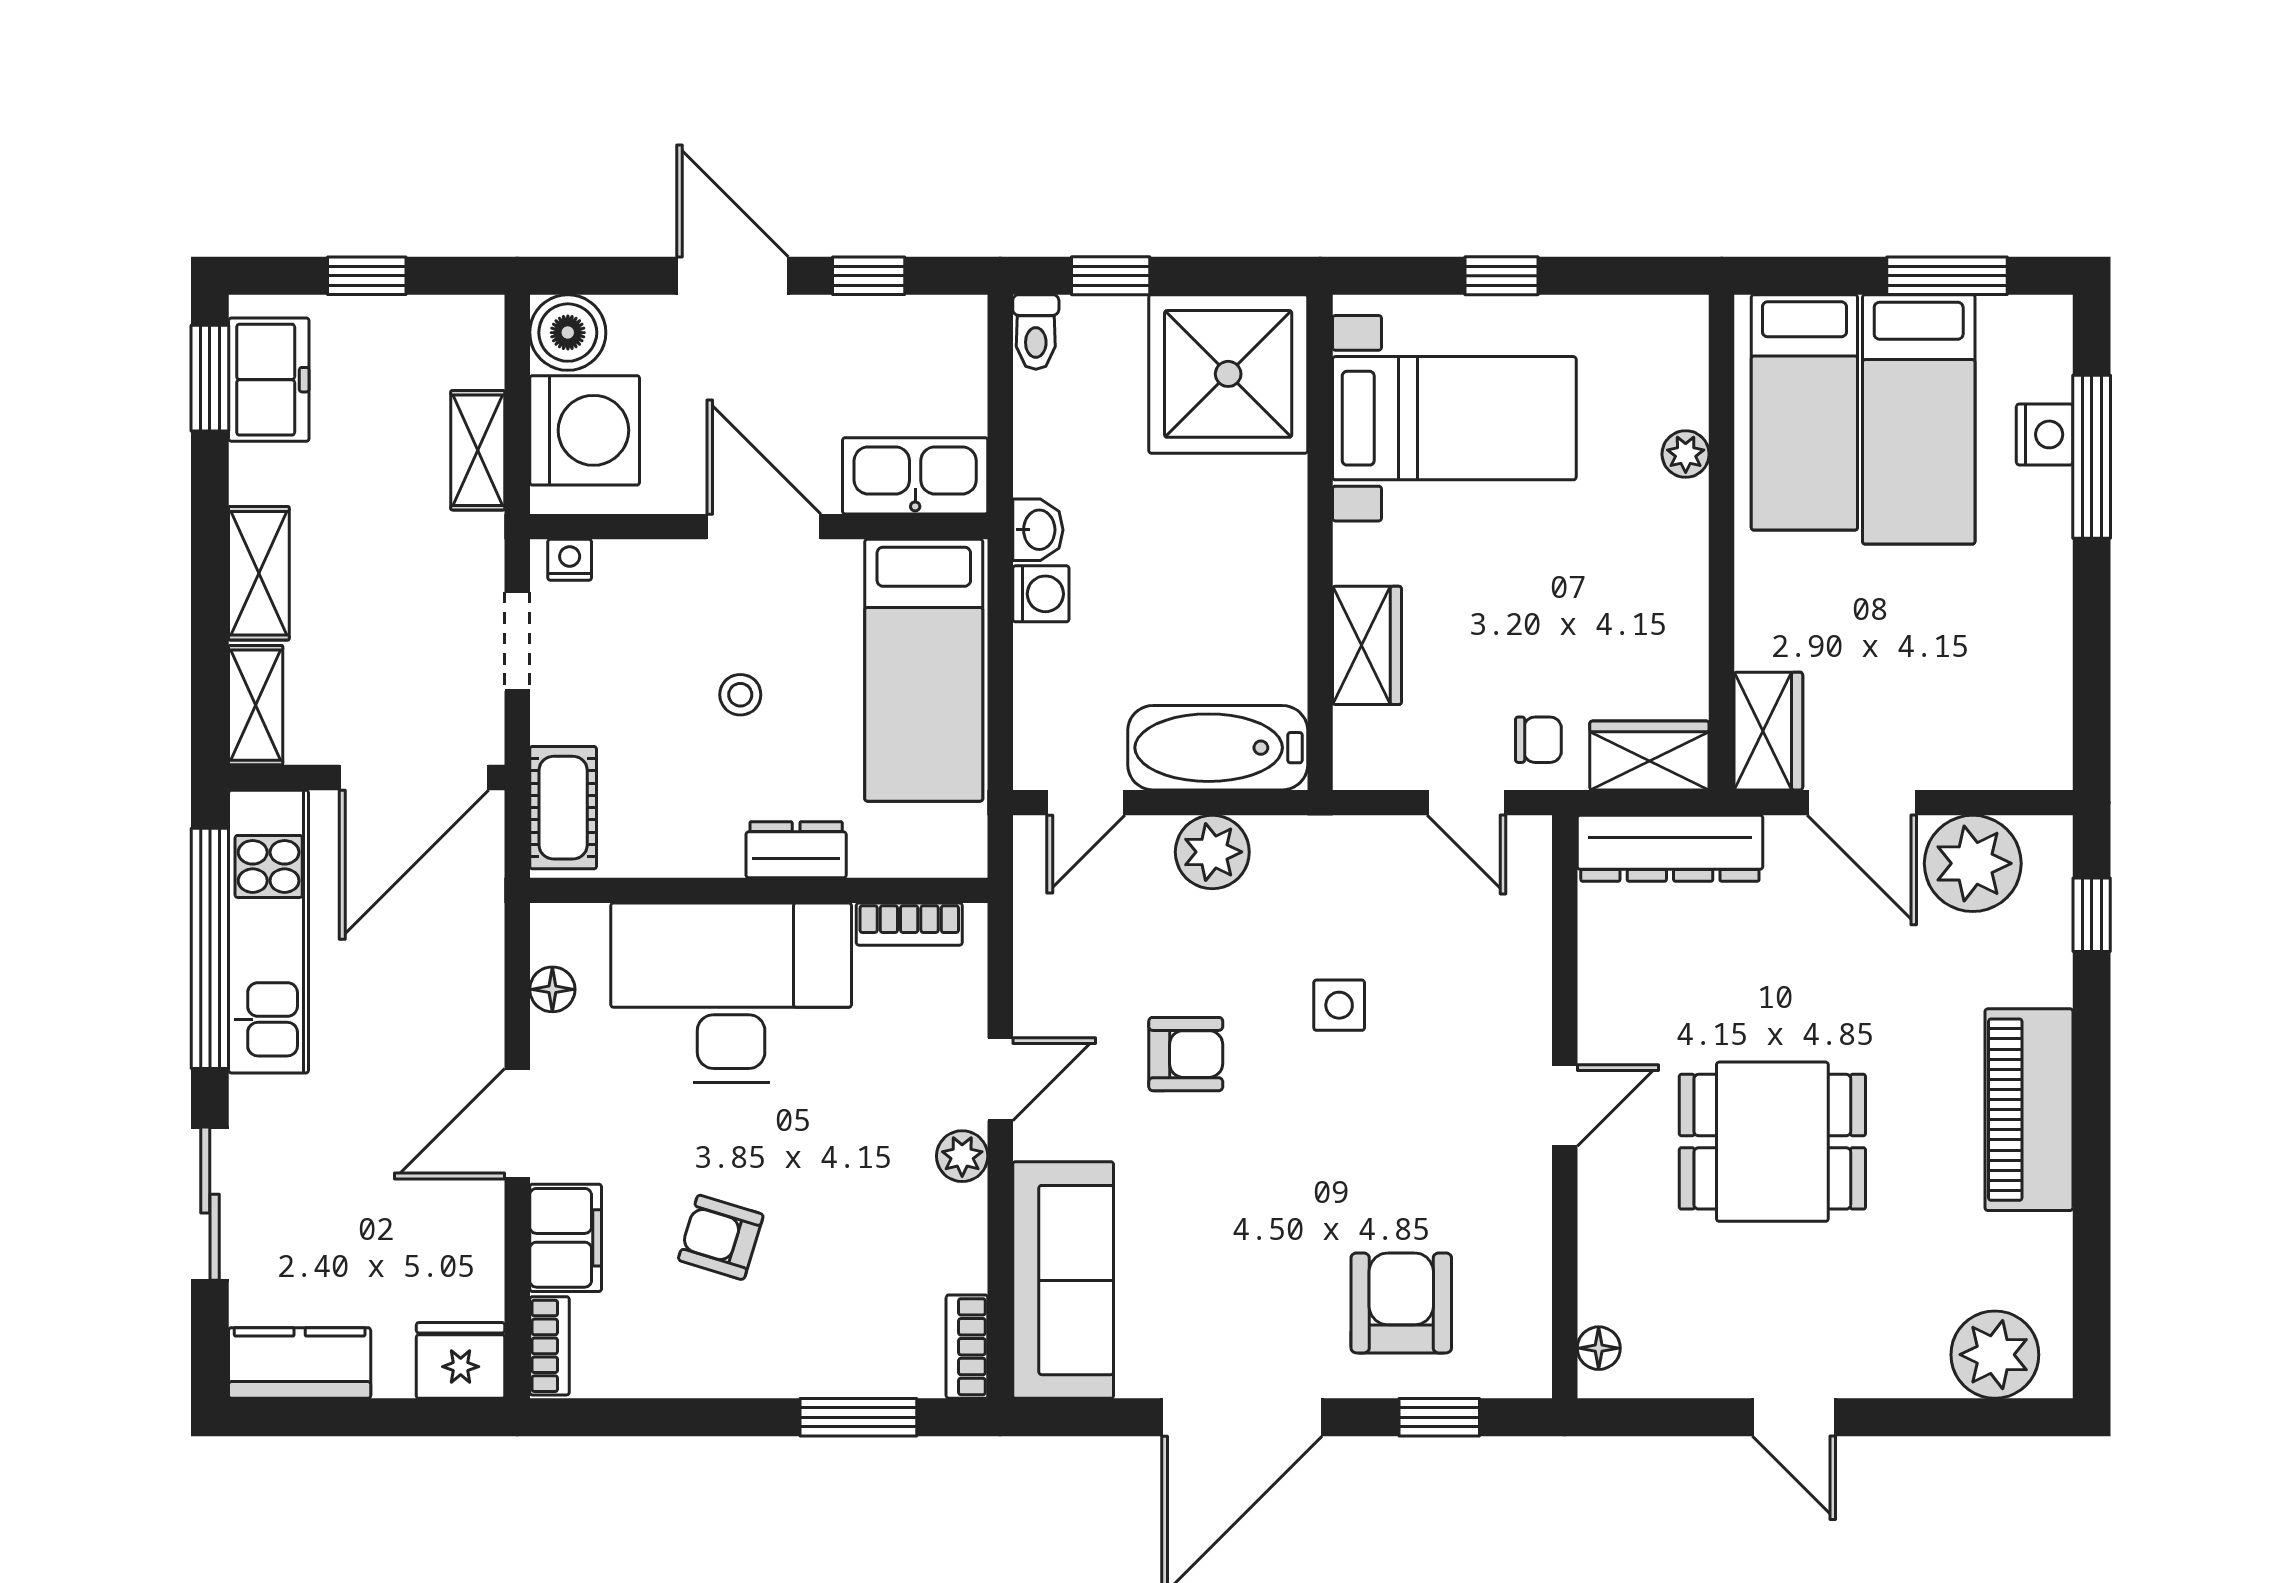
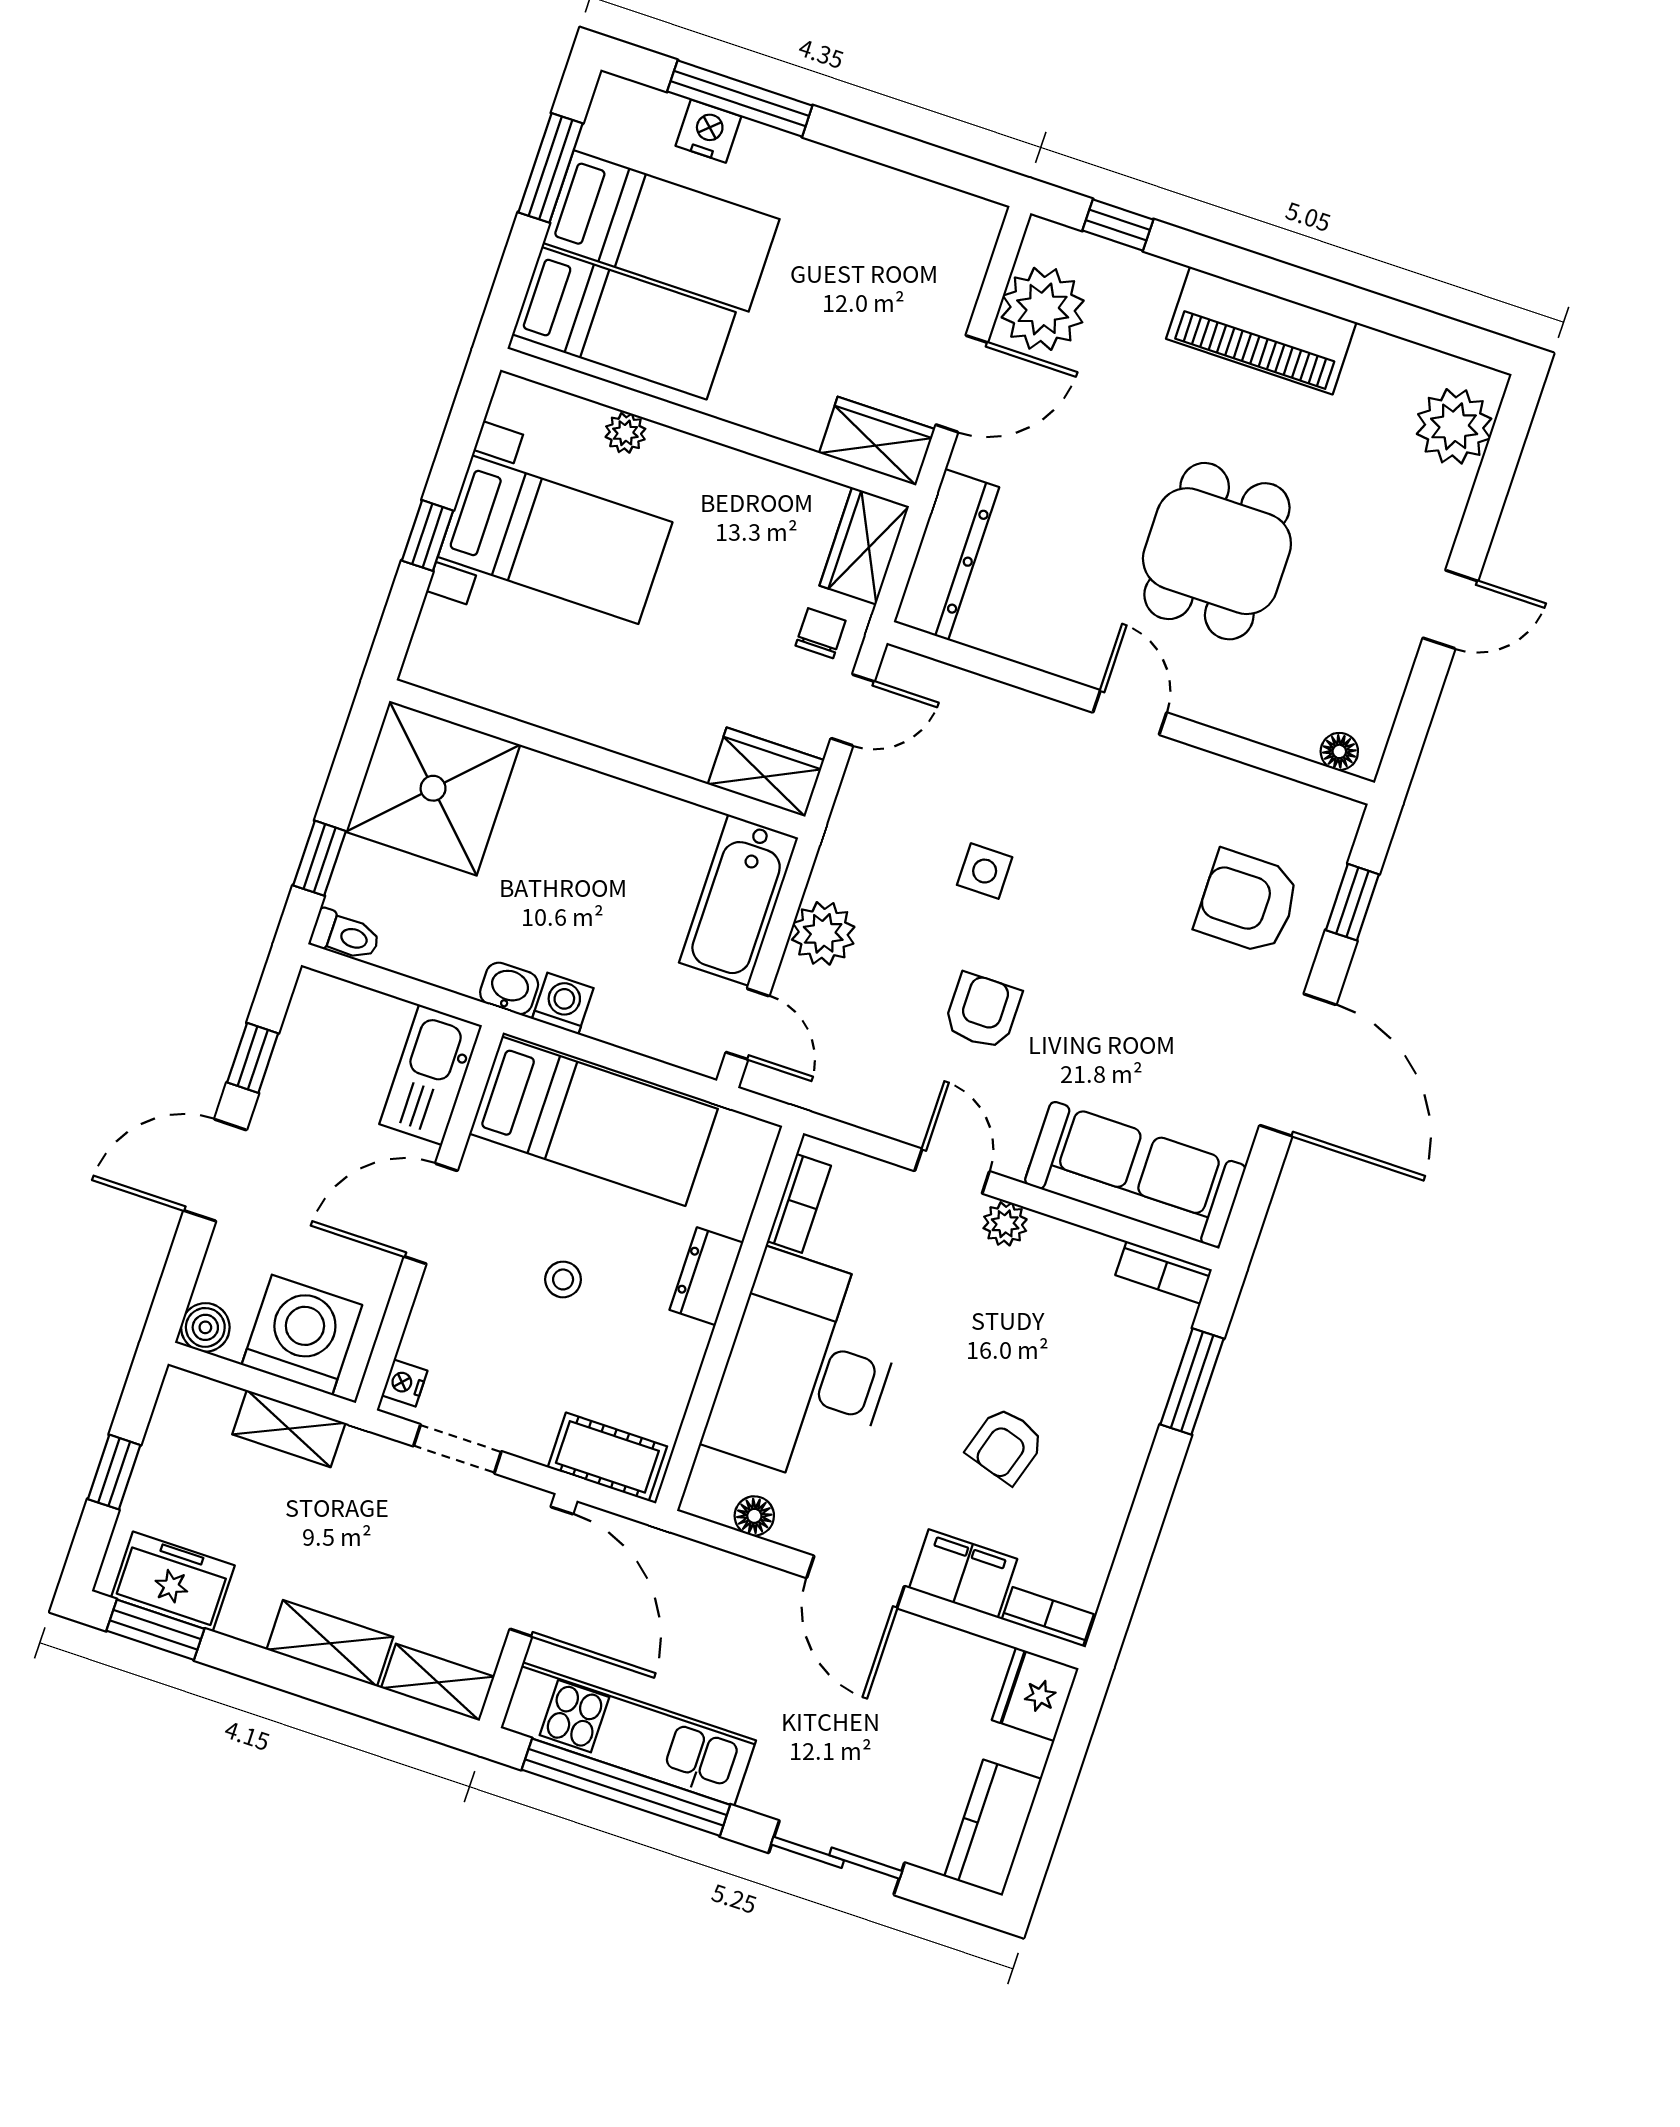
boiler: (568, 333) -> (205, 1327), width x0.73, depth x0.73
bed with nightstands: (1454, 418) -> (555, 540), moved, turned 90
wardrobe: (1367, 645) -> (766, 772), moved

